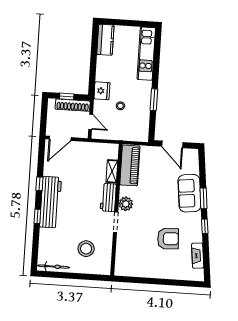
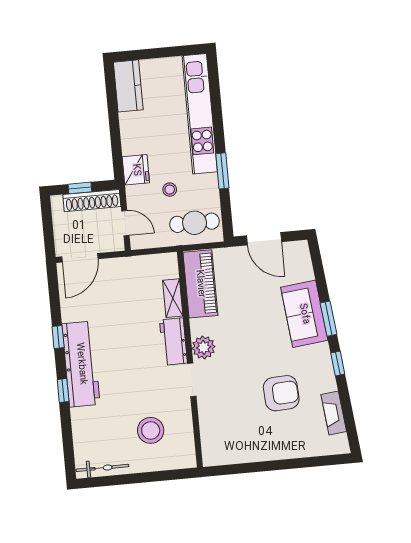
kitchen unit: (146, 54) -> (200, 114), width x1.36
cafe table: (132, 128) -> (195, 223), added

